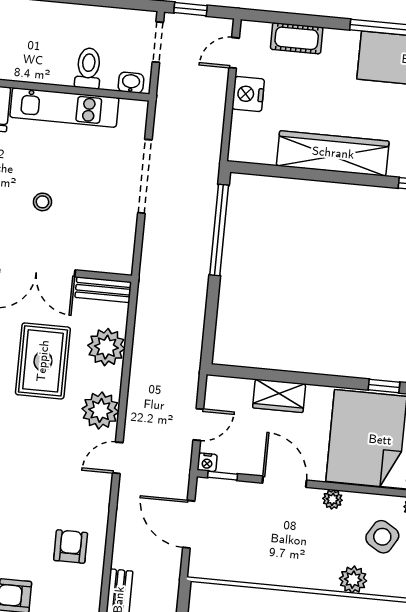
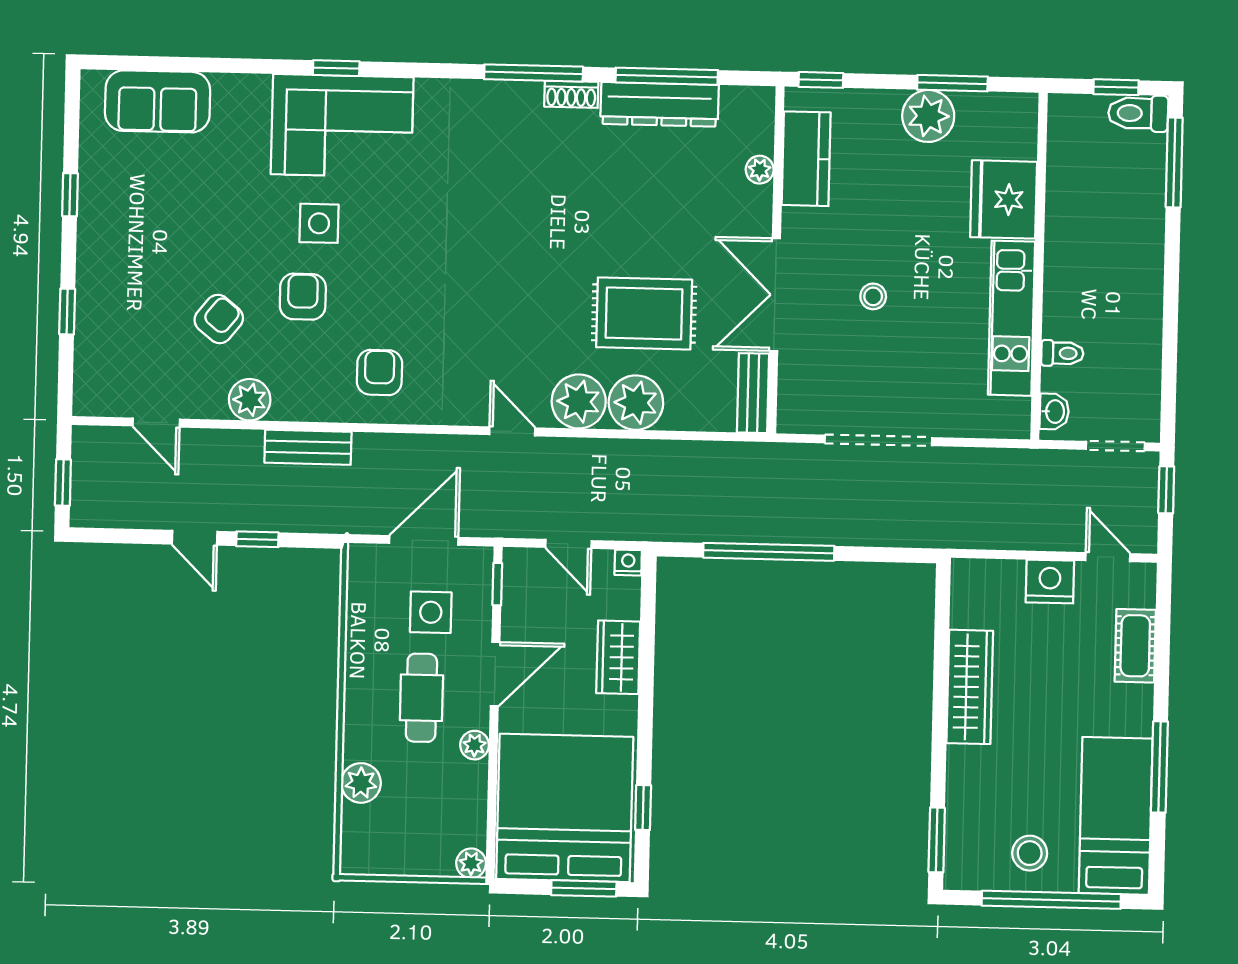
toilet: (88, 68) -> (1062, 353), width x0.73, depth x0.72
wardrobe: (333, 153) -> (970, 687), width x0.71, depth x0.85
doorway: (145, 176) -> (878, 440), moved
window: (219, 230) -> (769, 552), moved
plant: (106, 347) -> (636, 403), moved
nightstand: (207, 462) -> (628, 563), moved, turned 90
cafe table: (297, 534) -> (421, 698), added
side table: (382, 537) -> (431, 612), moved, turned -31
armchair: (71, 547) -> (379, 372), turned -90

